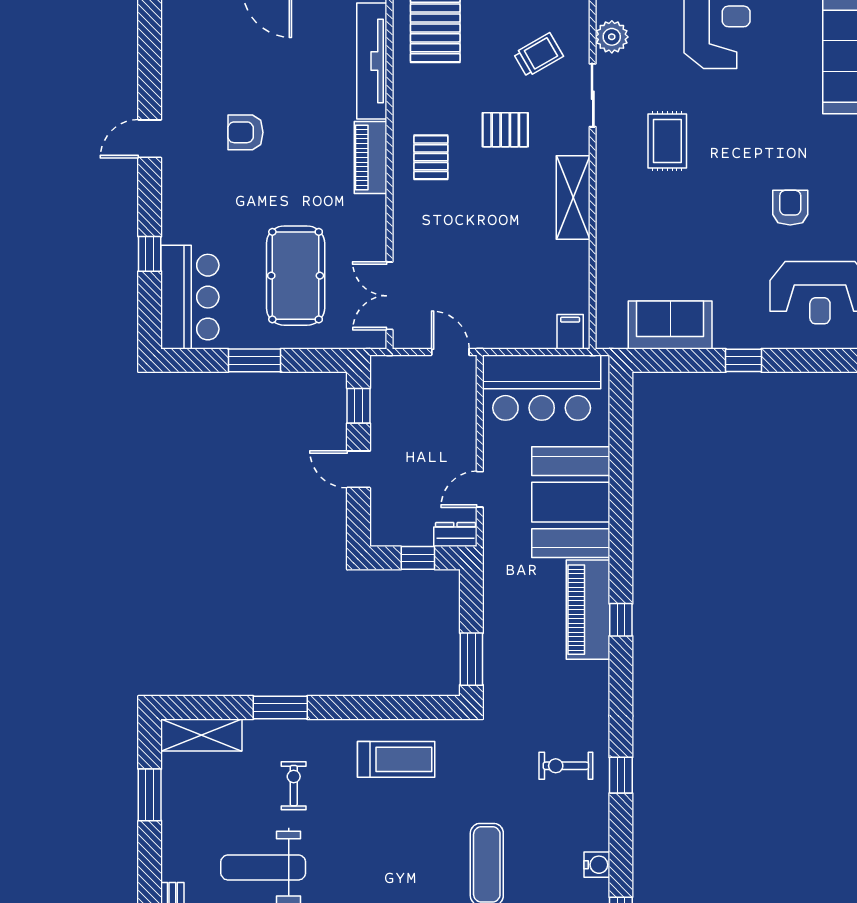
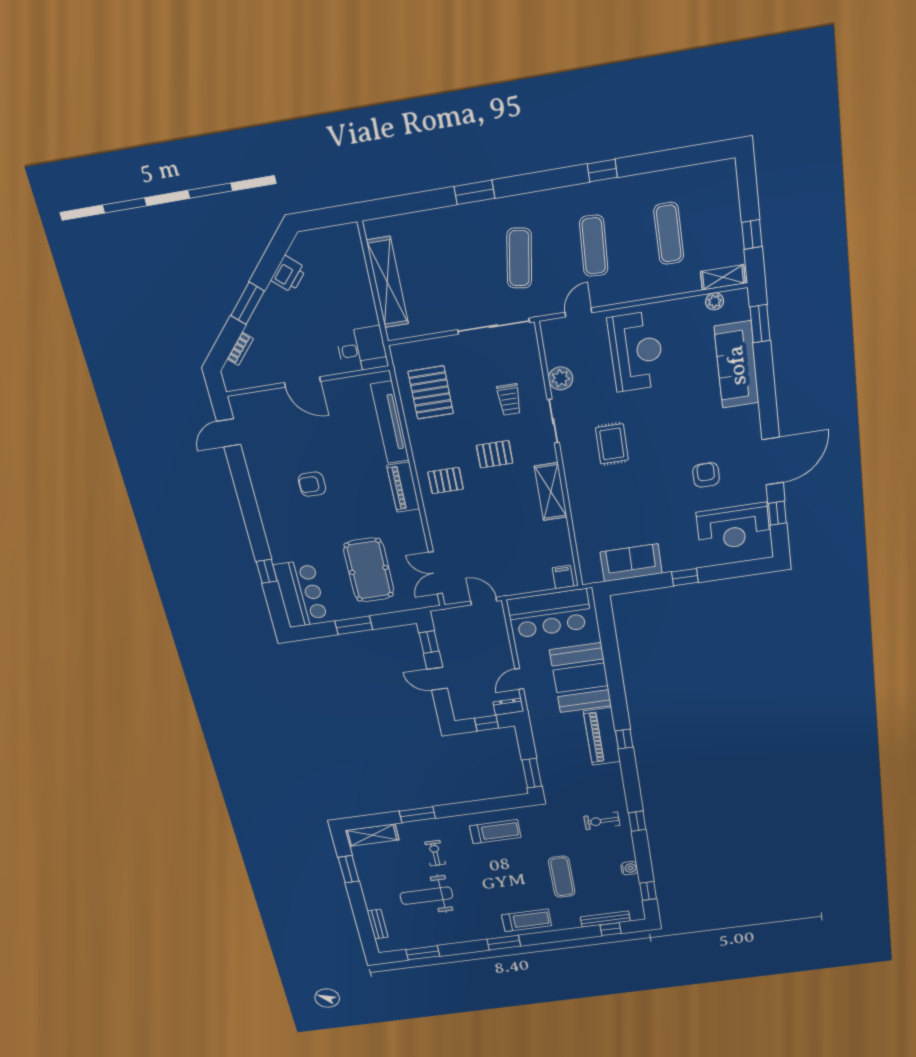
trolley: (538, 55) -> (509, 399), turned 120
door: (150, 139) -> (229, 433), moved
pallet: (431, 157) -> (446, 481), turned 90

